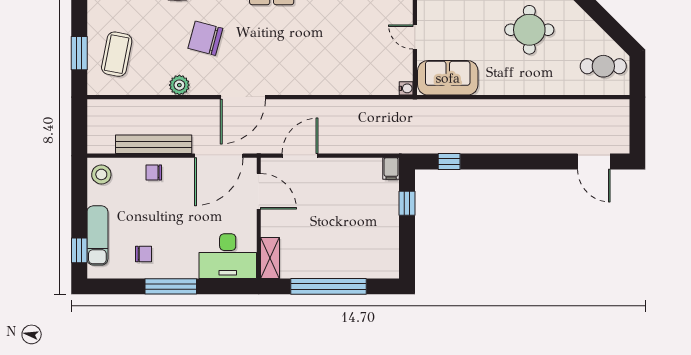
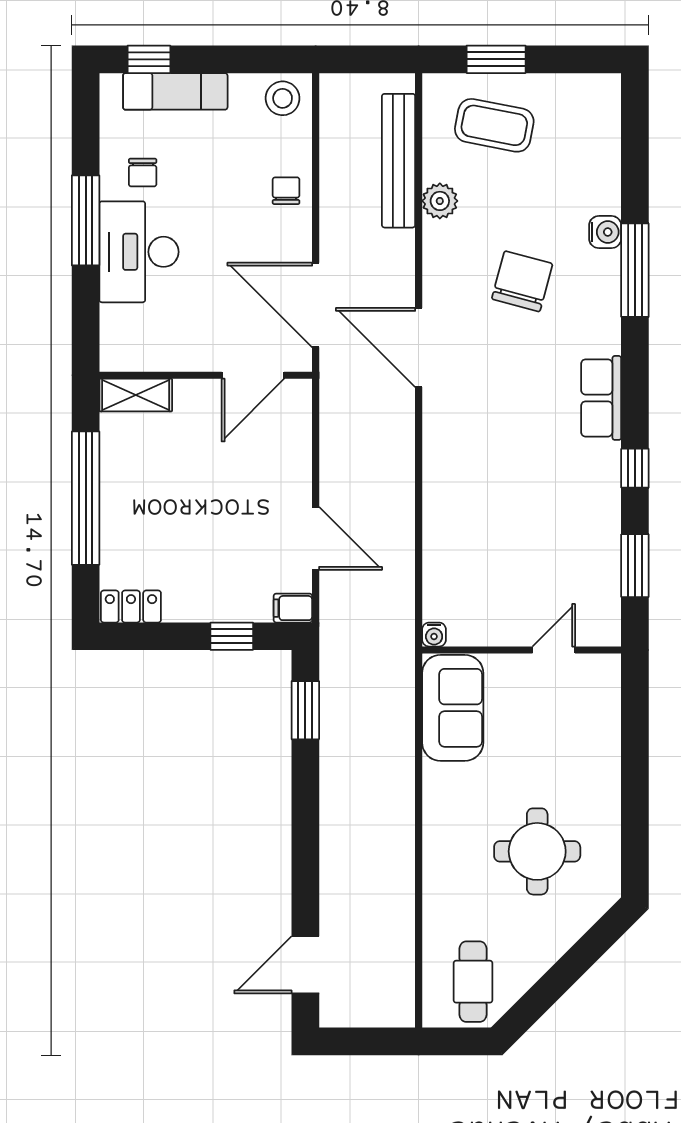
door: (415, 37) -> (554, 650), moved
plant: (179, 85) -> (440, 201), moved
bench: (154, 144) -> (399, 161), moved
door: (300, 156) -> (316, 538), moved
window: (449, 162) -> (305, 710), width x1.50
desk: (228, 256) -> (139, 252), moved
locker: (390, 261) -> (131, 606), added

